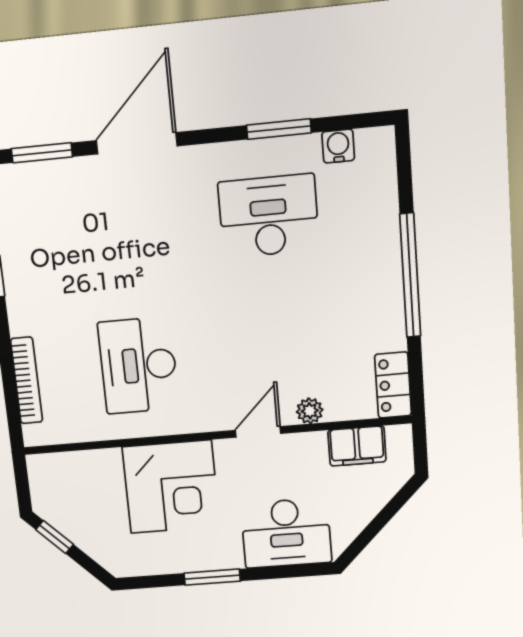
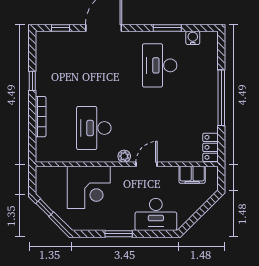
window: (42, 153) -> (60, 28), width x0.67
desk: (269, 216) -> (160, 65), turned -90
bookcase: (27, 380) -> (41, 117), moved
plant: (310, 411) -> (124, 156), moved
corner desk: (171, 487) -> (89, 187), moved

